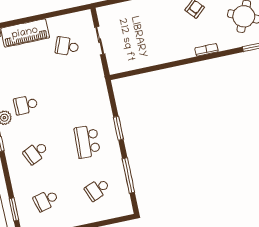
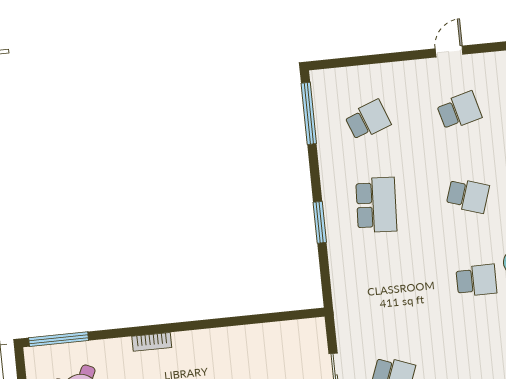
school desk: (36, 153) -> (468, 196), turned 42
window: (128, 175) -> (309, 113), moved

